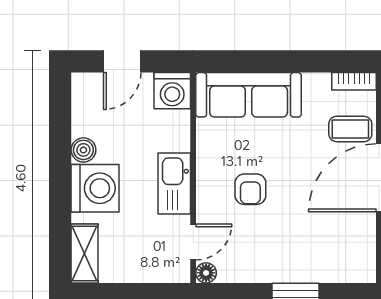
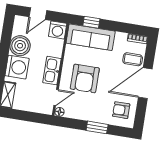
window: (245, 61) -> (91, 22), added
boiler: (83, 150) -> (20, 46), width x1.86, depth x1.86
armchair: (250, 189) -> (85, 78), width x1.88, depth x1.88
armchair: (343, 247) -> (121, 110), added

